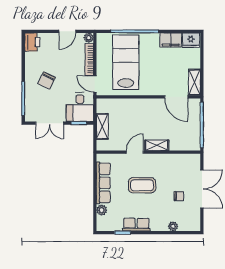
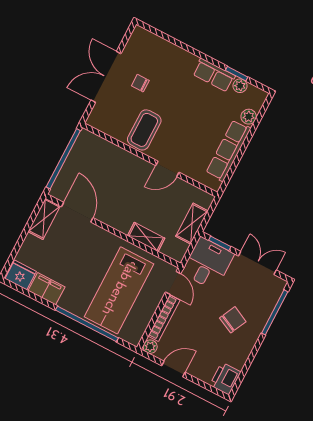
shelving: (157, 145) -> (146, 237), moved
coffee table: (142, 185) -> (144, 130), moved, turned 90
plant: (173, 226) -> (240, 86), moved

